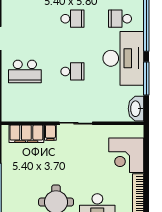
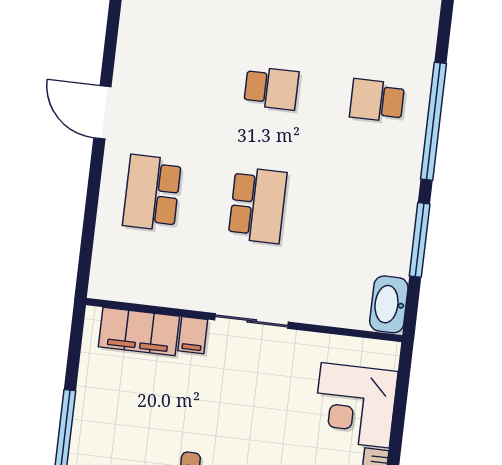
desk: (123, 58) -> (374, 189), removed
school desk: (25, 71) -> (152, 193), turned 90
school desk: (72, 71) -> (258, 205), width x1.85

